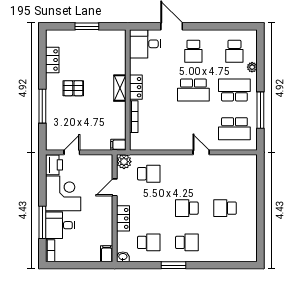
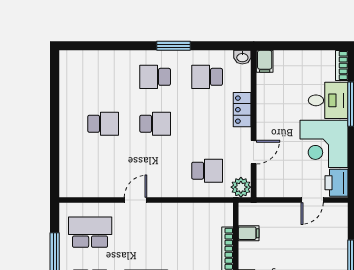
filing cabinet: (118, 145) -> (249, 233), moved
door: (201, 152) -> (136, 200), swing flipped
school desk: (149, 174) -> (207, 171), turned 180

